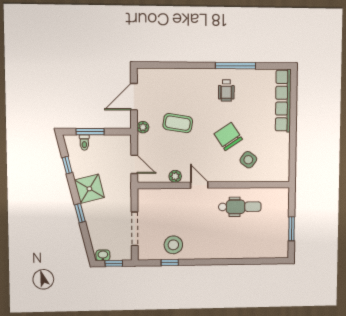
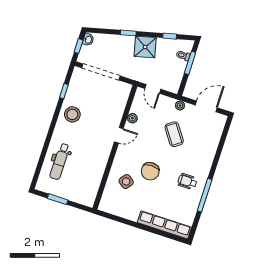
door: (134, 97) -> (206, 106), hinge flipped
coffee table: (178, 123) -> (174, 134), turned -44
chair: (228, 137) -> (150, 171), turned 124
door: (134, 164) -> (153, 89), hinge flipped
dental chair: (240, 207) -> (60, 161), moved
doorway: (135, 229) -> (101, 72), width x1.36
stool: (173, 245) -> (72, 114), moved

